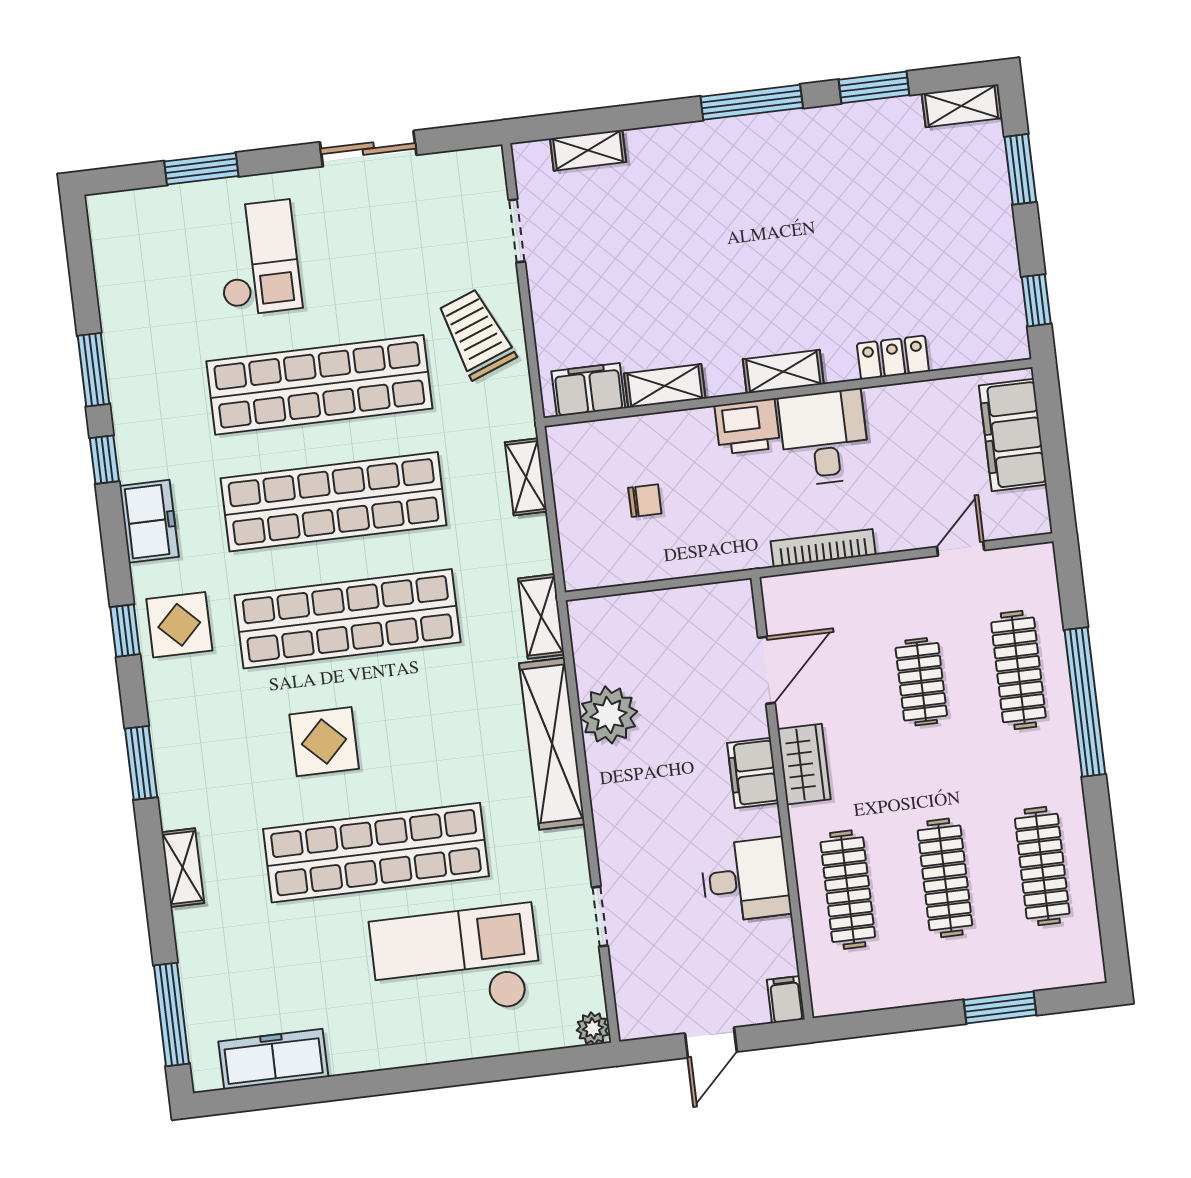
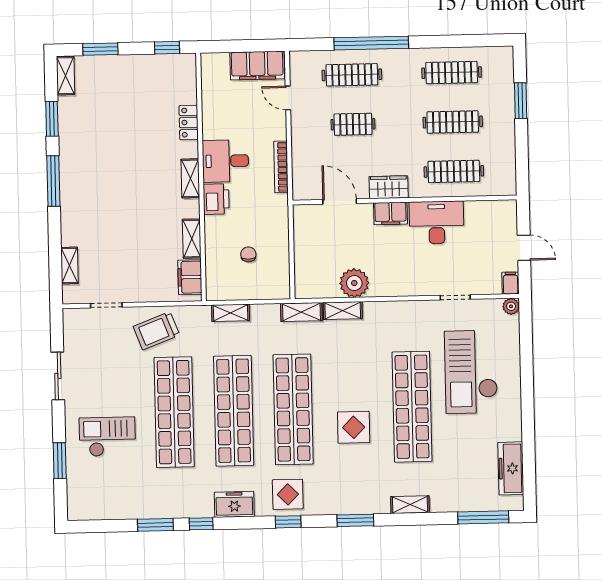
filing cabinet: (1013, 435) -> (257, 66), moved
shelving: (552, 744) -> (343, 311), width x0.45, depth x0.75
desk: (746, 880) -> (437, 222), width x1.37
filing cabinet: (786, 1000) -> (510, 283), moved, turned 90

